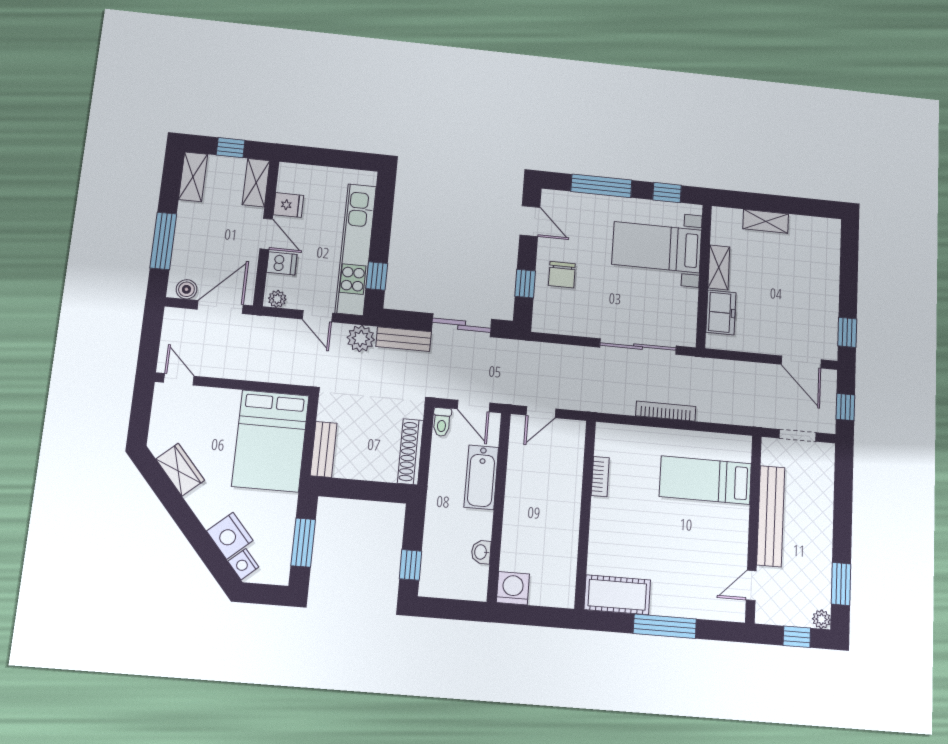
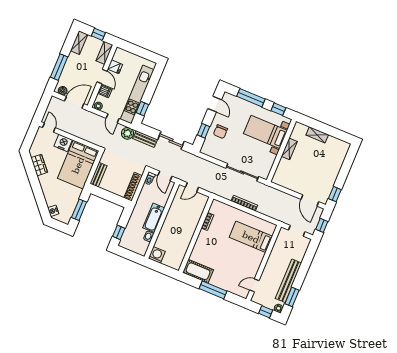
freezer: (721, 312) -> (283, 169), removed
bathtub: (481, 477) -> (154, 218), moved
bench: (771, 516) -> (288, 281), moved
nightstand: (230, 536) -> (63, 143), moved, turned 131

